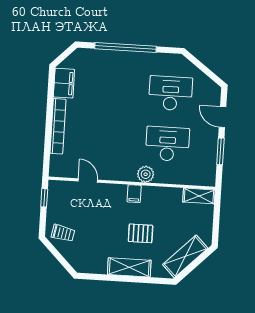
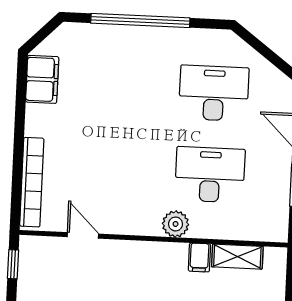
bookcase: (58, 126) -> (32, 182), moved
filing cabinet: (134, 194) -> (199, 257), moved
shelving: (199, 196) -> (237, 257), moved

